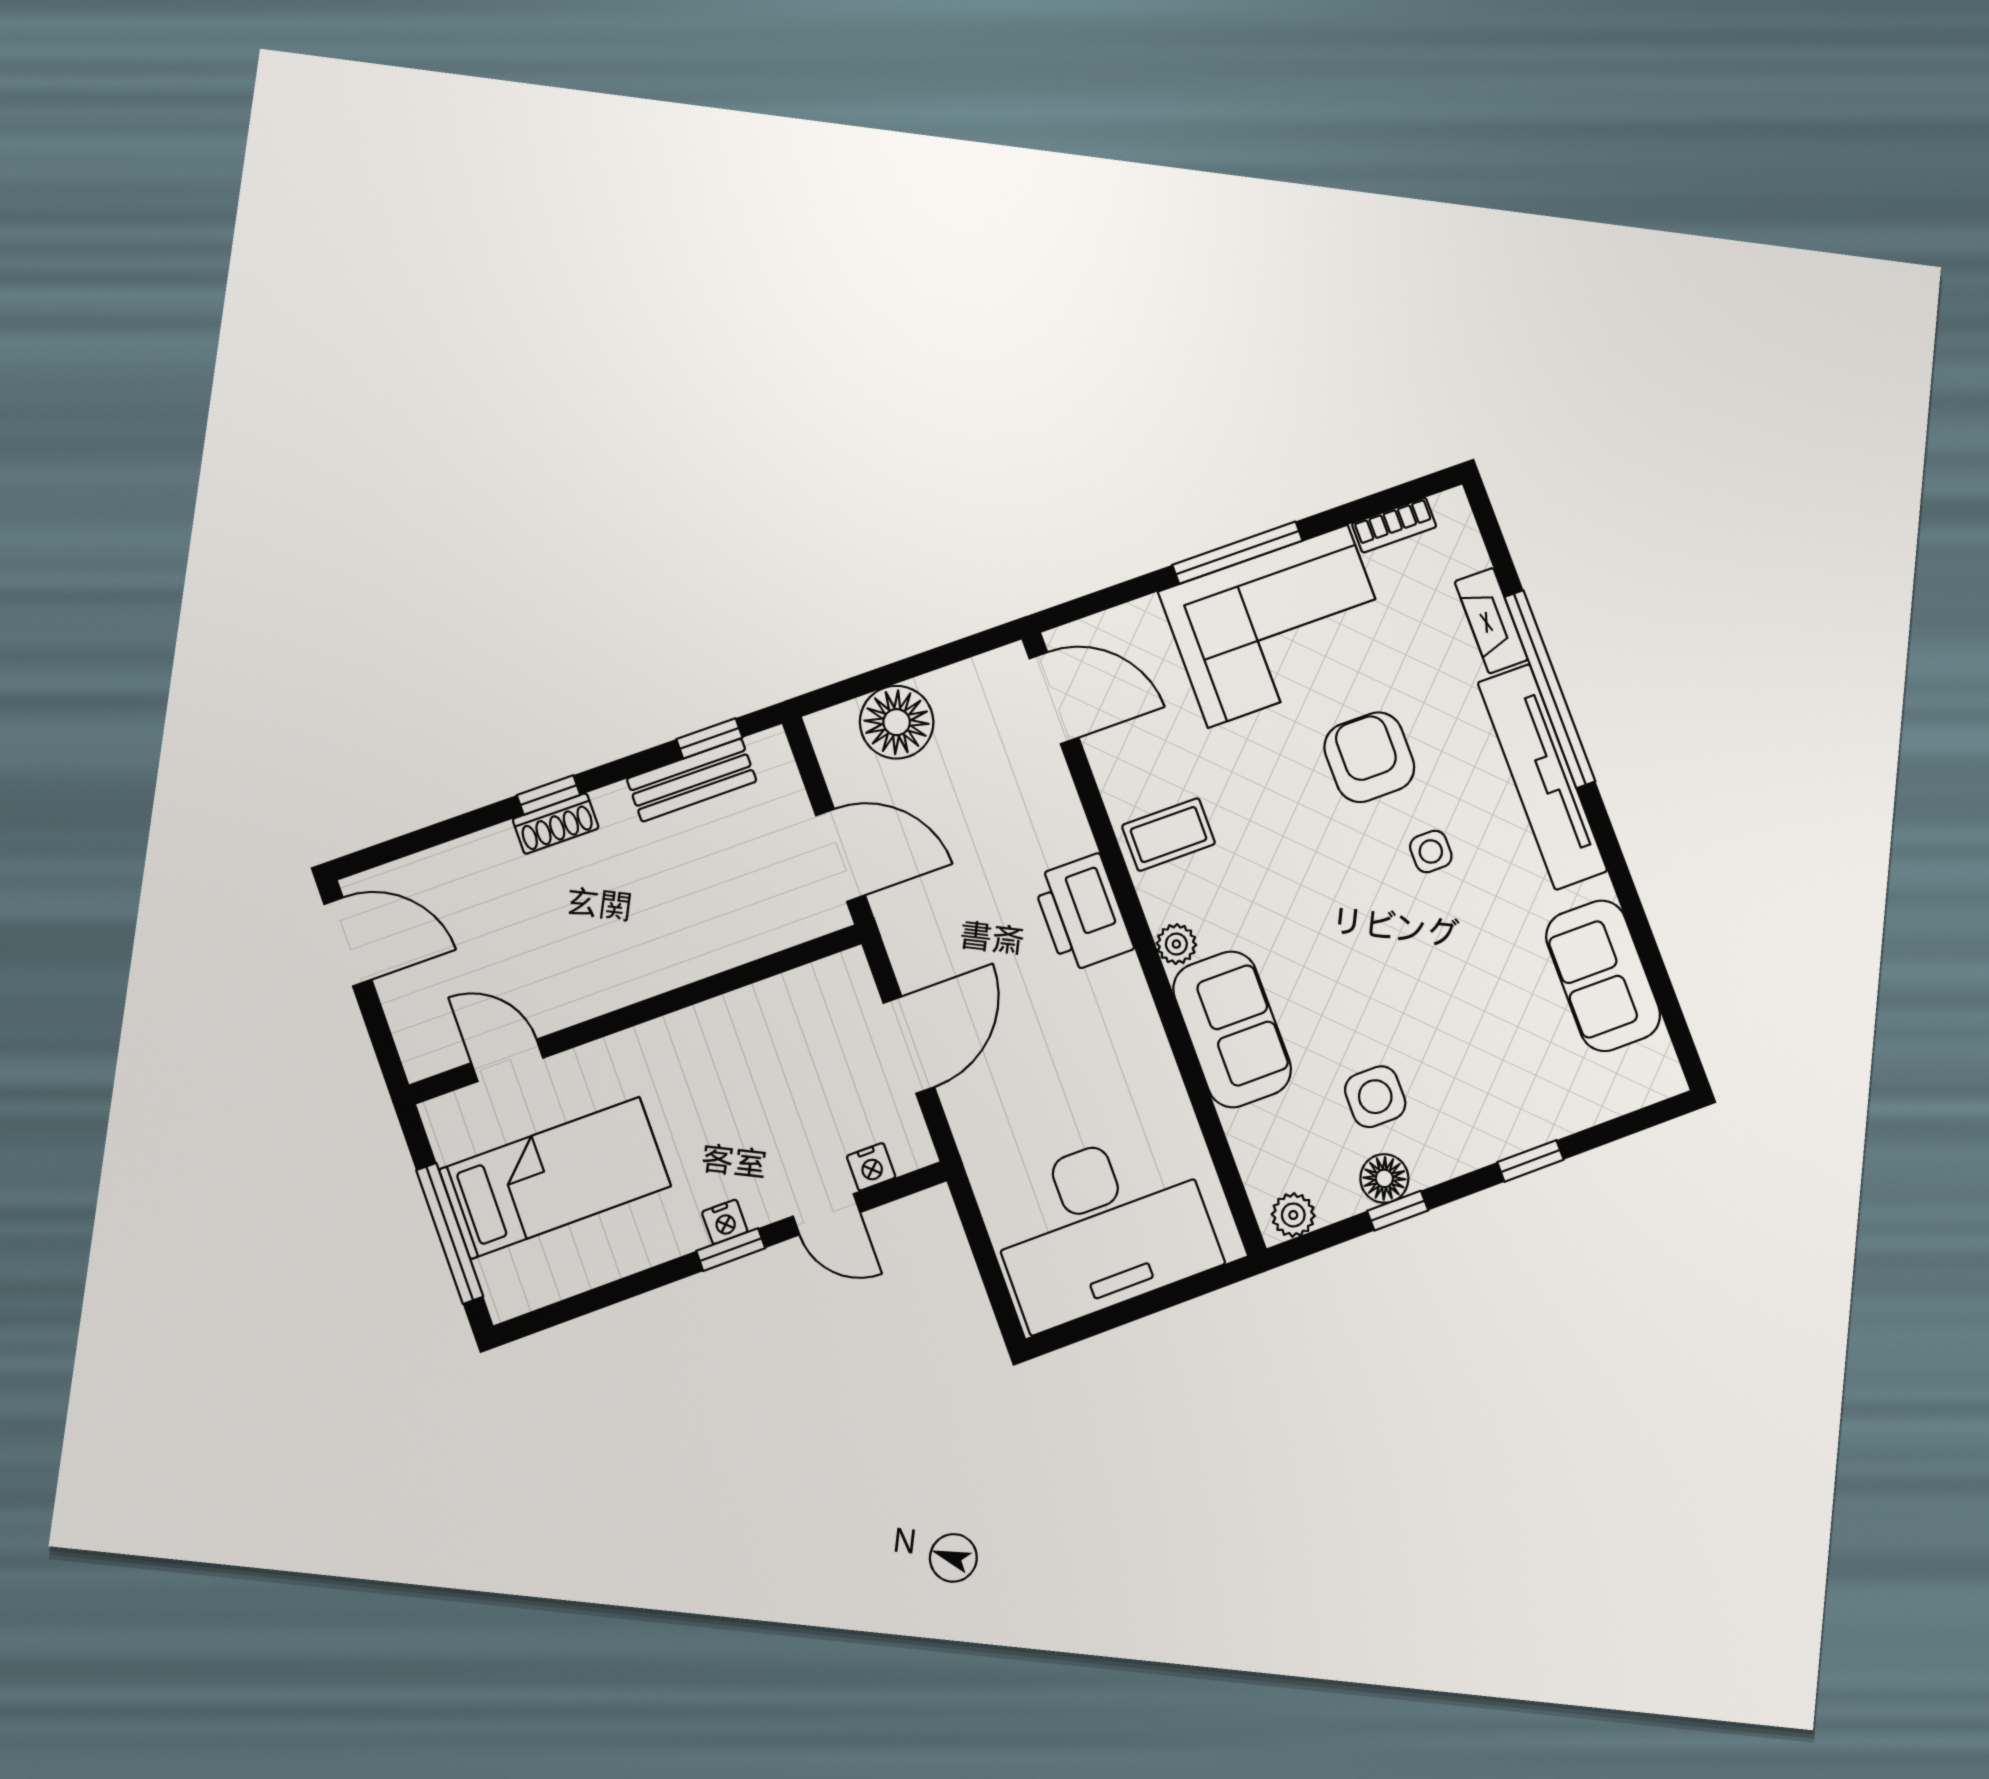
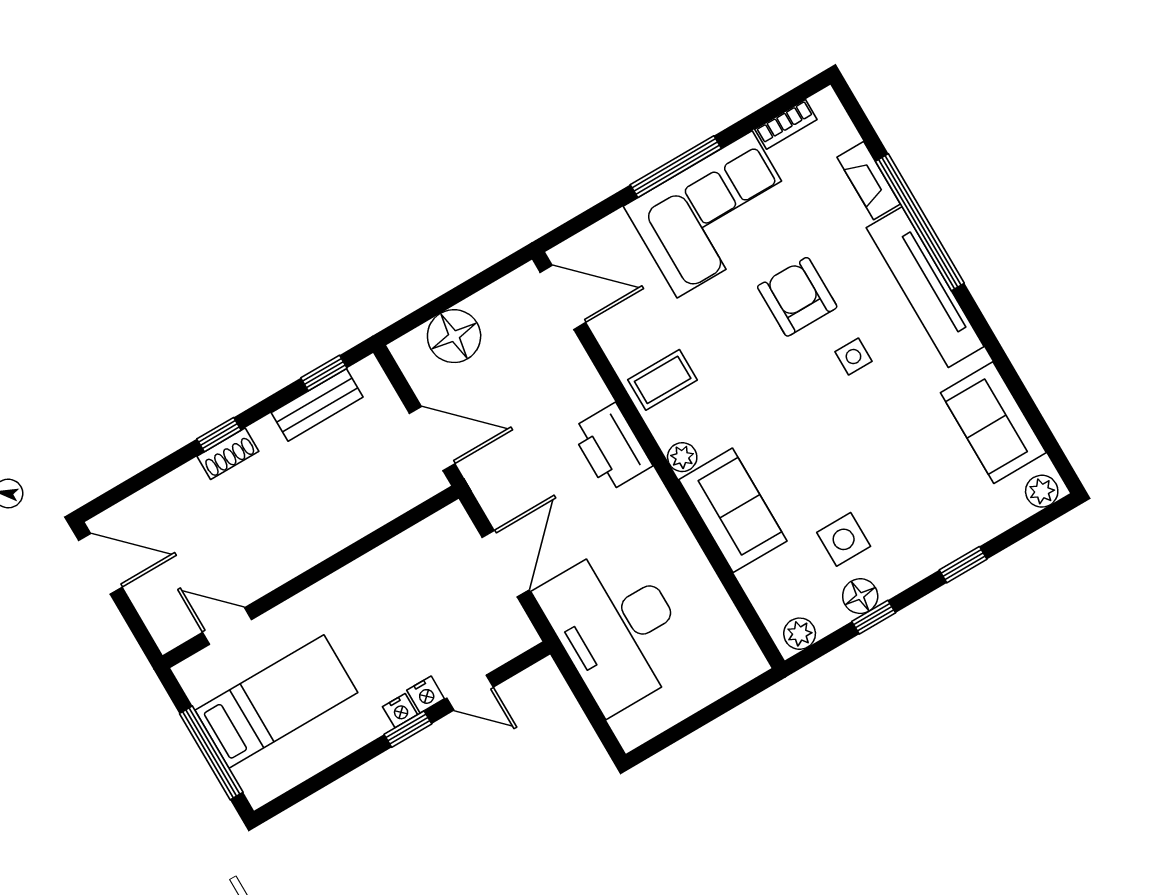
plant: (1653, 1080) -> (1042, 491), added
nightstand: (871, 1167) -> (426, 695), moved
desk: (1102, 1226) -> (616, 627), moved, turned 90

